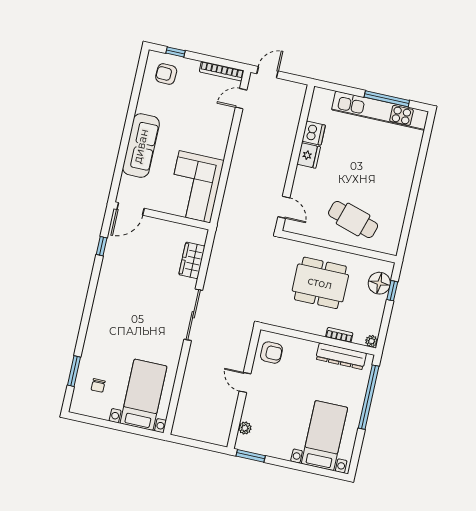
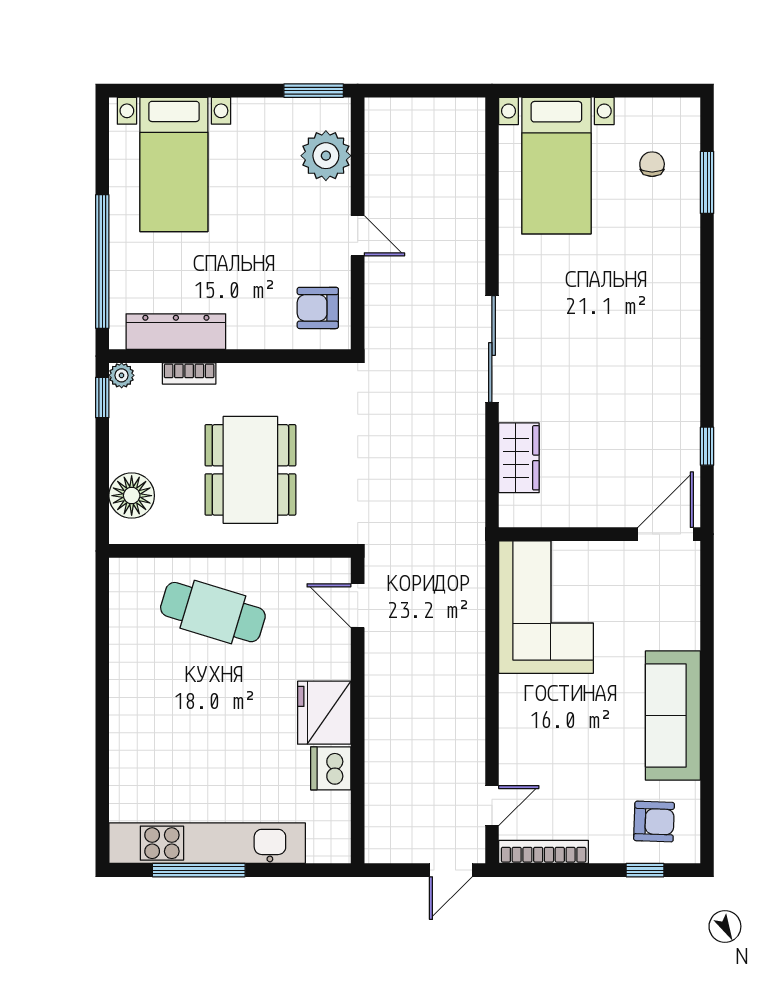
sofa: (141, 146) -> (673, 716), moved
fridge: (309, 155) -> (324, 713), width x1.36, depth x1.34
dining table: (320, 283) -> (250, 470), turned 90
window: (392, 291) -> (102, 398), moved
plant: (245, 428) -> (326, 156), width x1.87, depth x1.87

